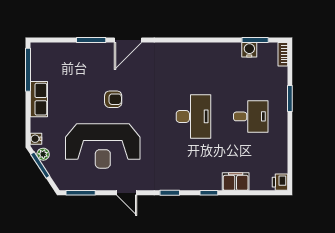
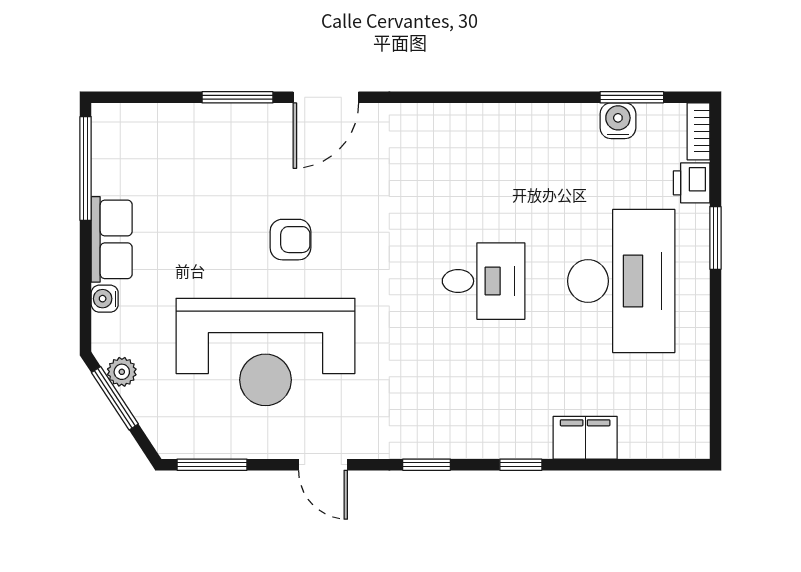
desk: (193, 116) -> (484, 281), width x0.73
desk: (251, 116) -> (621, 281), width x1.87, depth x1.30
water cooler: (36, 139) -> (105, 299), moved
printer: (280, 182) -> (692, 183), moved

